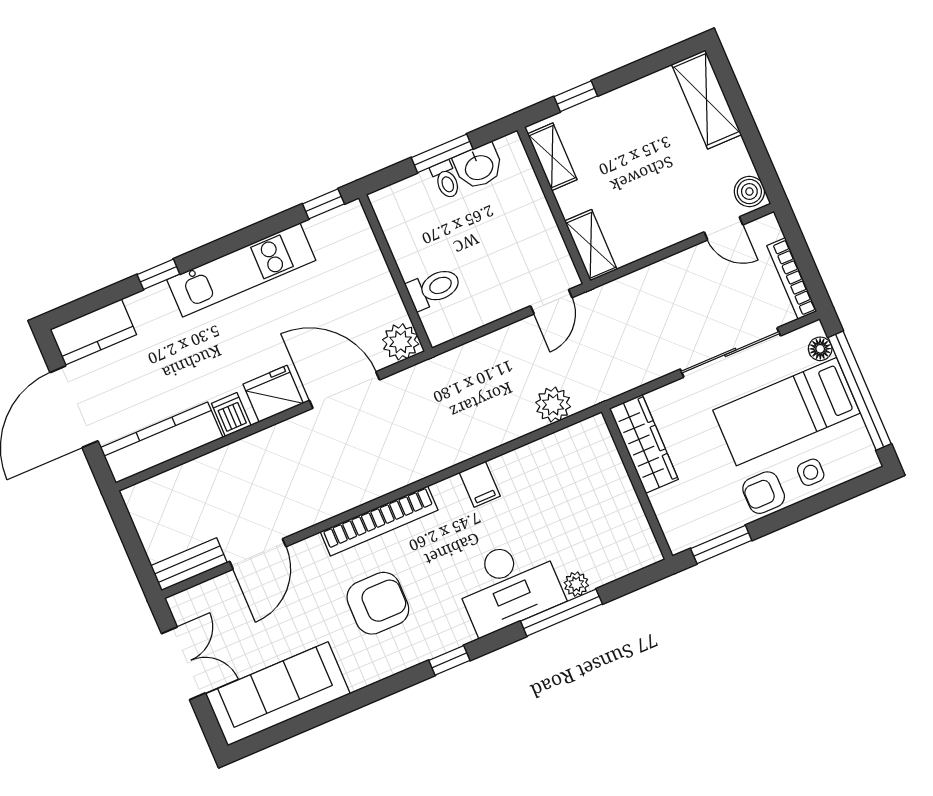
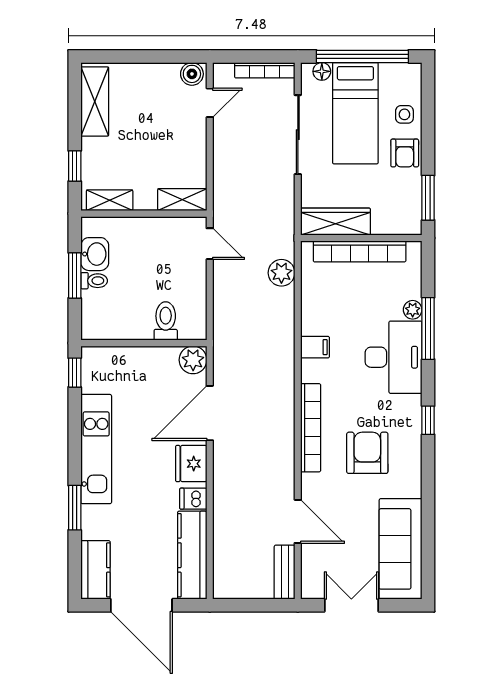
shelving: (706, 99) -> (95, 101), moved, turned 90
window: (158, 274) -> (75, 508), width x1.50
bookcase: (620, 489) -> (360, 251), added

